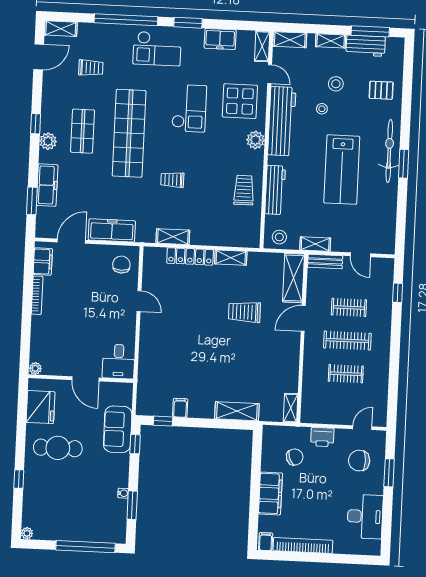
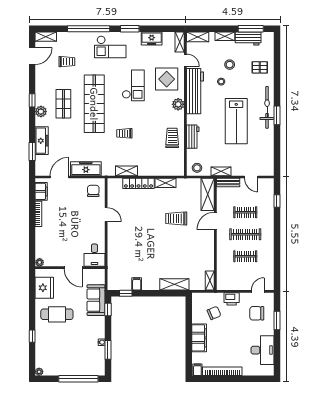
workbench: (275, 190) -> (193, 137), width x0.73

